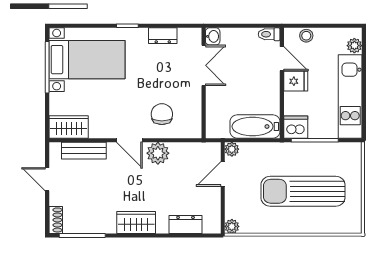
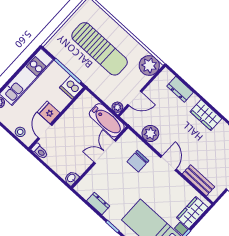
double door: (204, 65) -> (105, 152), moved
bathtub: (255, 126) -> (107, 120), moved
wardrobe: (69, 127) -> (192, 213), moved, turned 90
plant: (158, 153) -> (150, 133), moved
plant: (232, 226) -> (149, 65), width x1.88, depth x1.88

